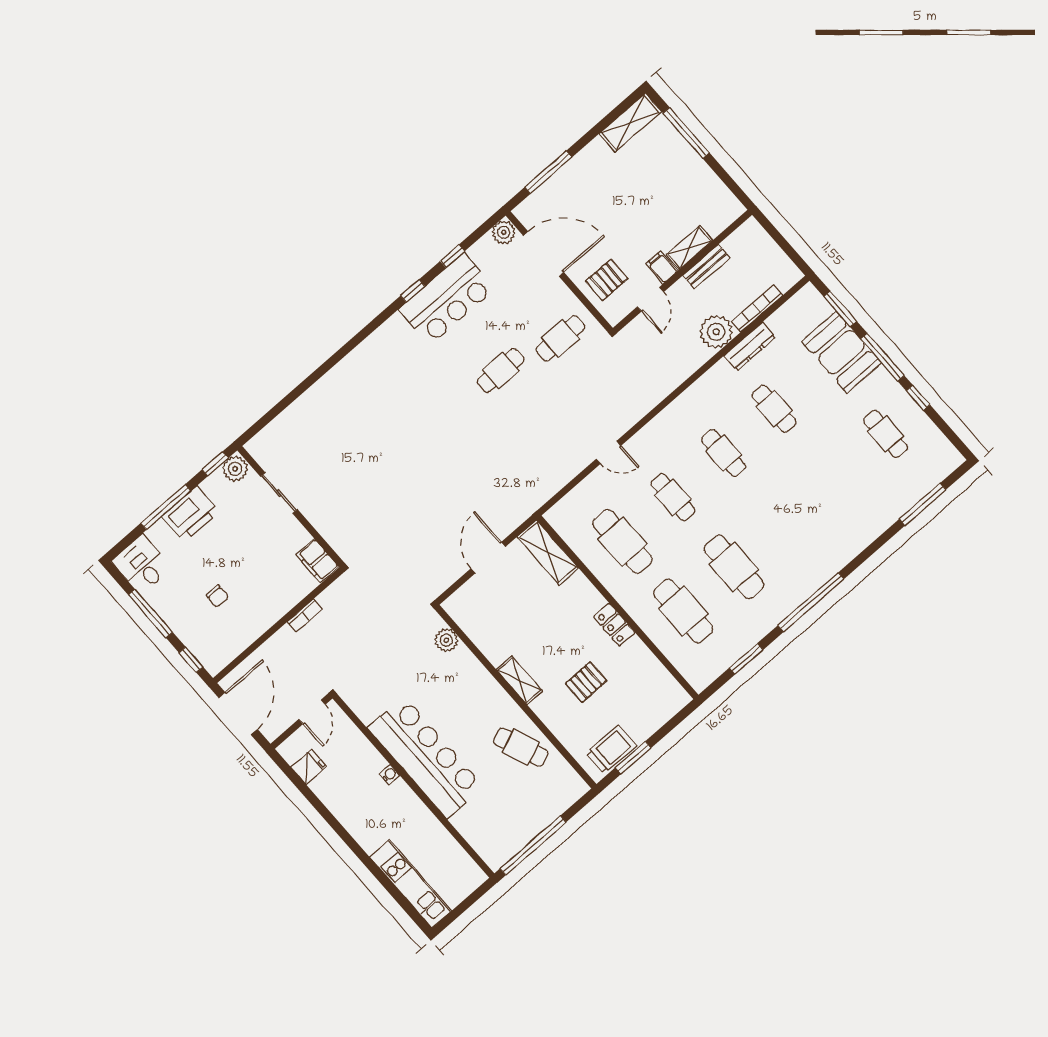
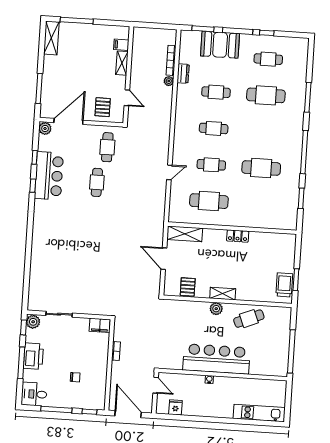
filing cabinet: (662, 267) -> (121, 45), moved
bench: (707, 267) -> (136, 64), removed
plant: (716, 332) -> (169, 81), width x0.53, depth x0.53
dresser: (750, 347) -> (183, 74), width x0.70
window: (923, 504) -> (308, 97), moved
cafe table: (683, 611) -> (266, 95), moved
plant: (446, 640) -> (216, 309), moved
pallet: (586, 682) -> (188, 287), moved

